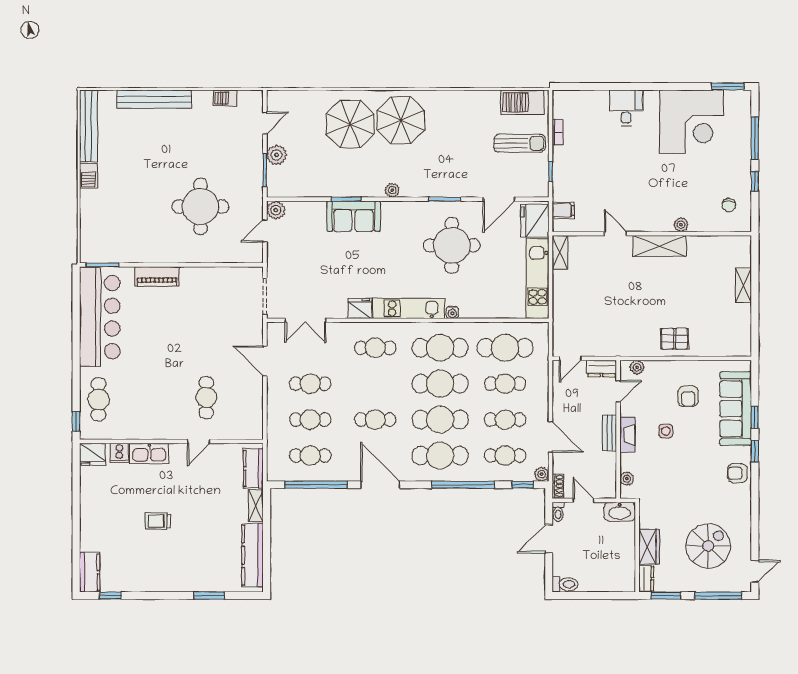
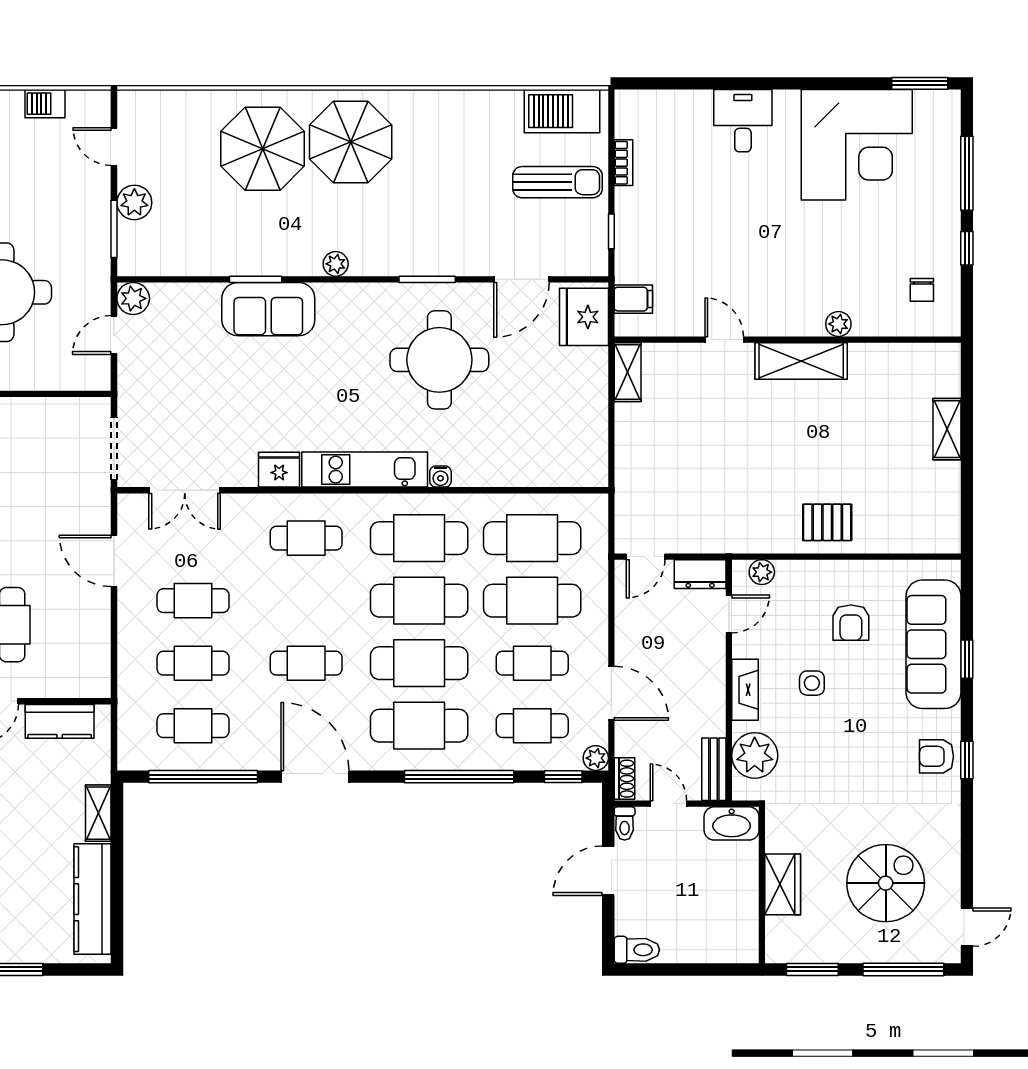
door: (265, 123) -> (114, 147), swing flipped
kitchen unit: (538, 279) -> (589, 418), removed
cafe table: (505, 384) -> (532, 601), width x1.37, depth x1.35
bench: (609, 433) -> (714, 769), moved
window: (755, 451) -> (967, 760), moved
kitchen counter: (253, 468) -> (60, 721), moved, turned -90
plant: (627, 479) -> (755, 755), width x1.88, depth x1.88
dresser: (646, 579) -> (778, 940), removed

